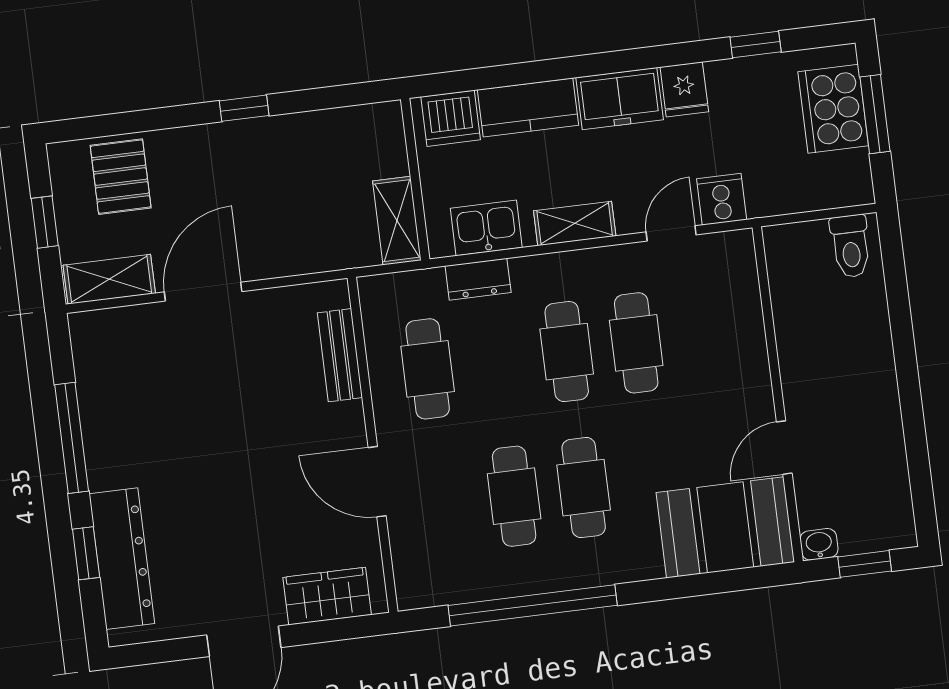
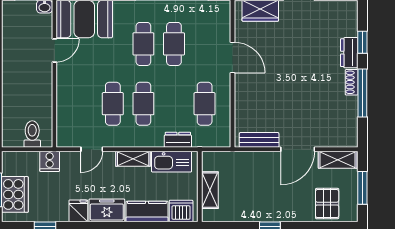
cooker: (722, 199) -> (50, 161), moved
shelving: (397, 221) -> (210, 190), moved
window: (45, 222) -> (362, 188), width x1.50
kitchen sink: (486, 228) -> (172, 162), width x1.38
toilet: (851, 246) -> (32, 134), moved
bench: (340, 355) -> (259, 140), moved, turned 90
shoe rack: (99, 459) -> (352, 82), added
dresser: (122, 559) -> (349, 53), width x0.51, depth x0.80

